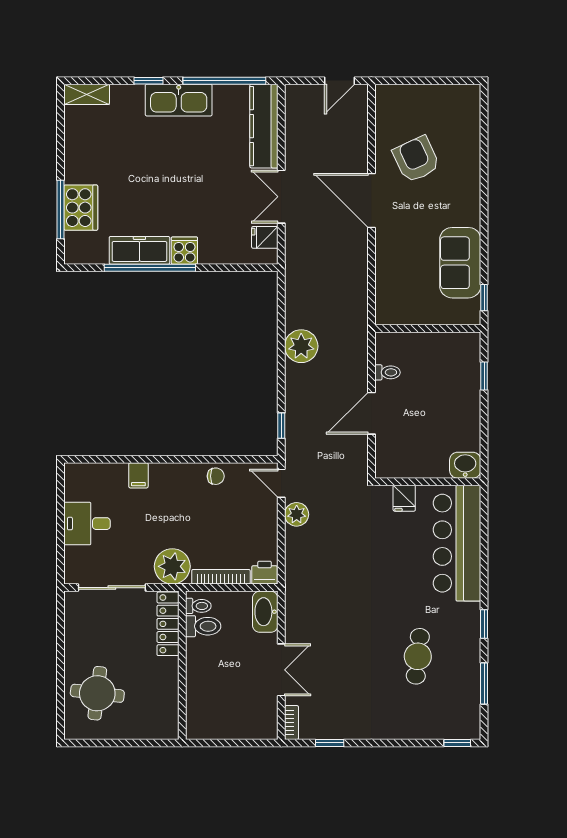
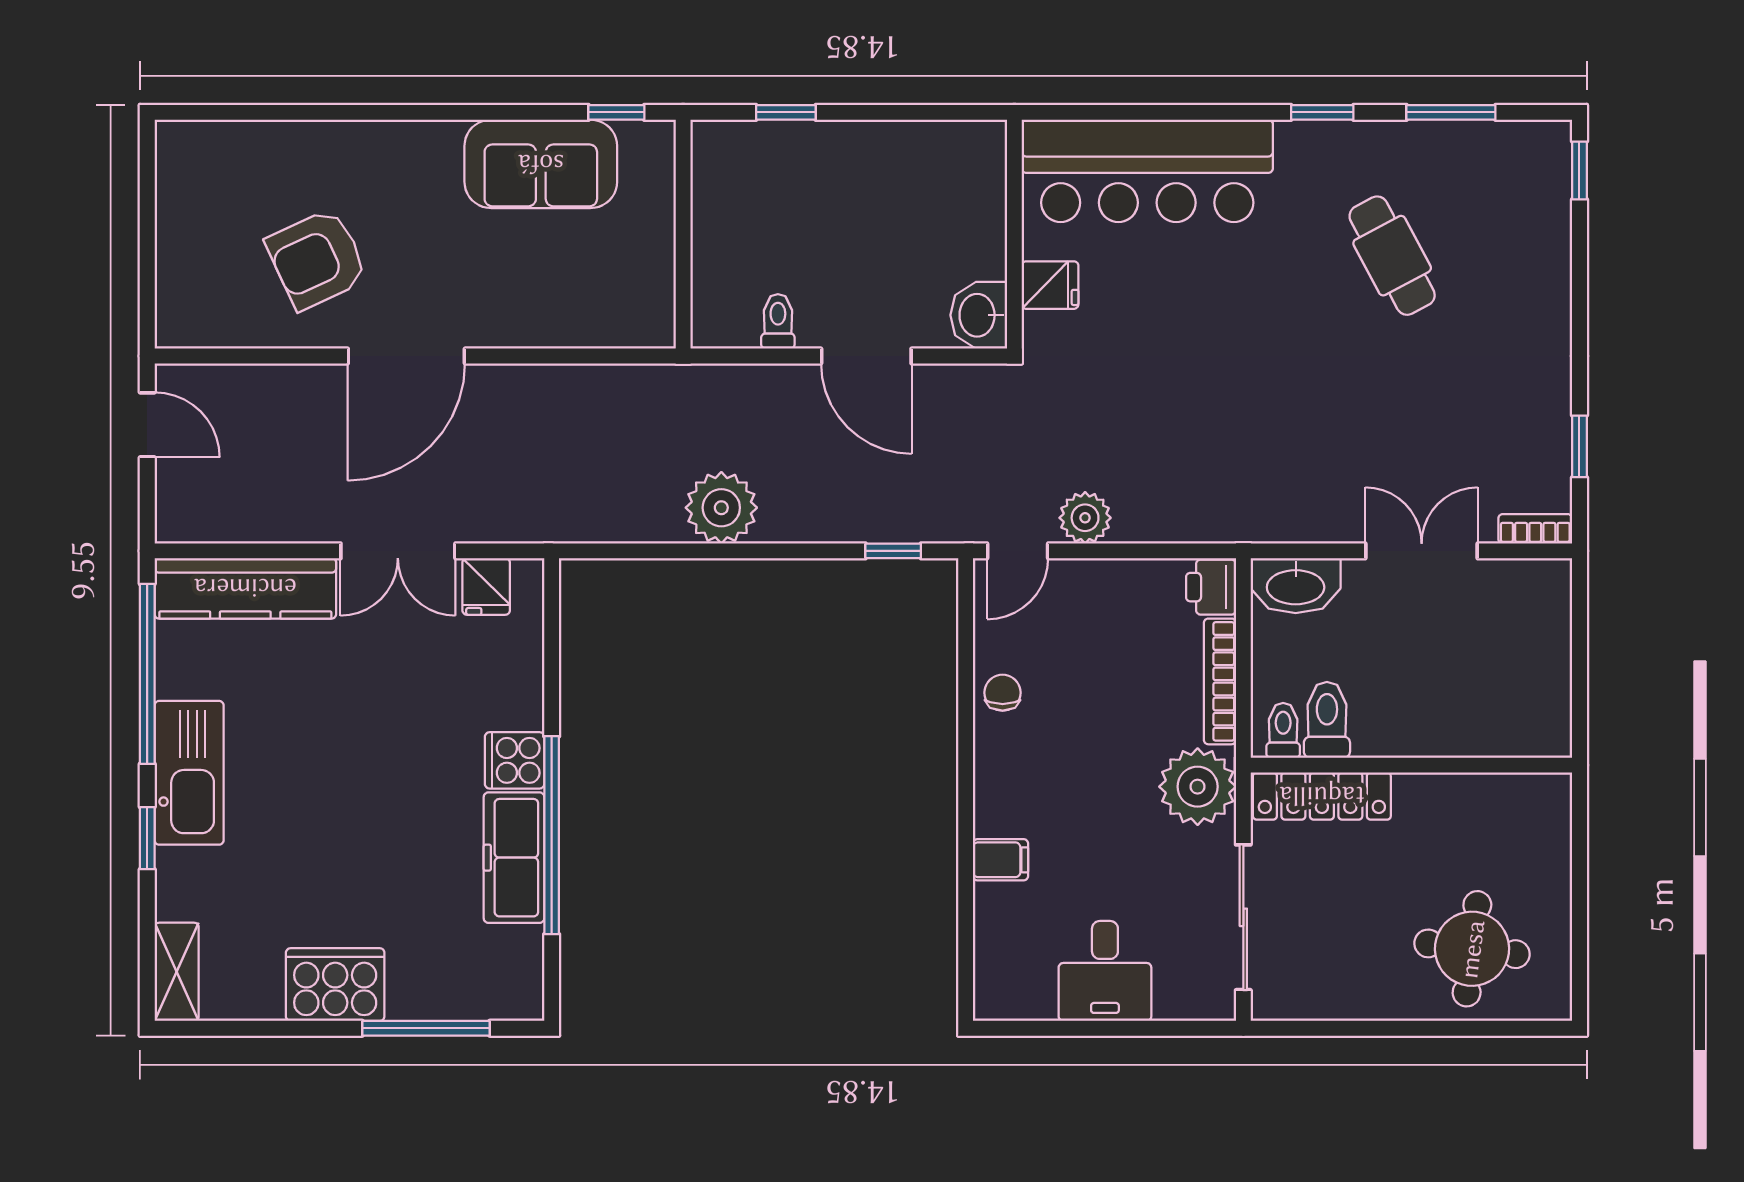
cooker: (81, 208) -> (335, 985), moved
washbasin: (465, 465) -> (979, 315), moved
cafe table: (418, 656) -> (1392, 256), turned 56

